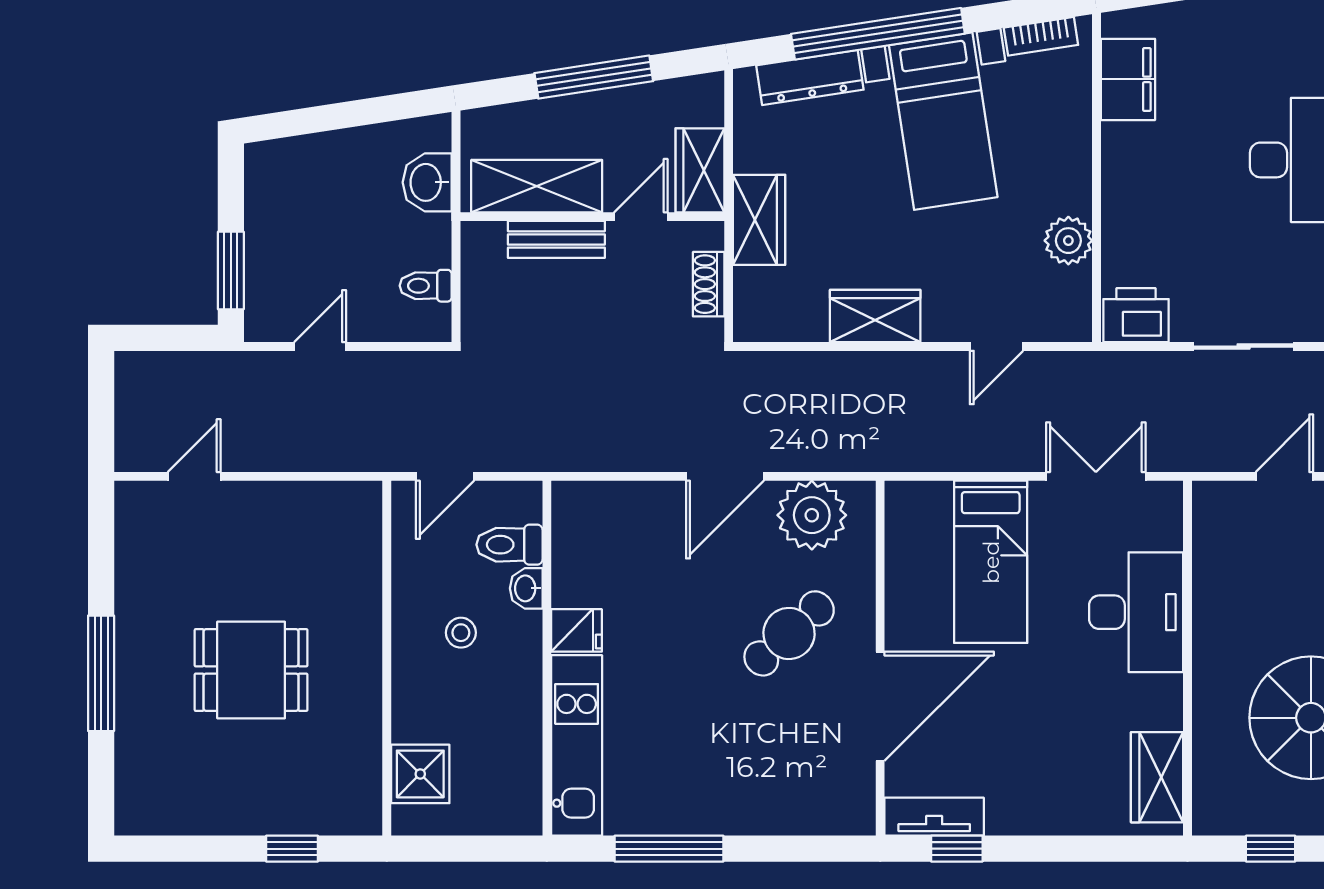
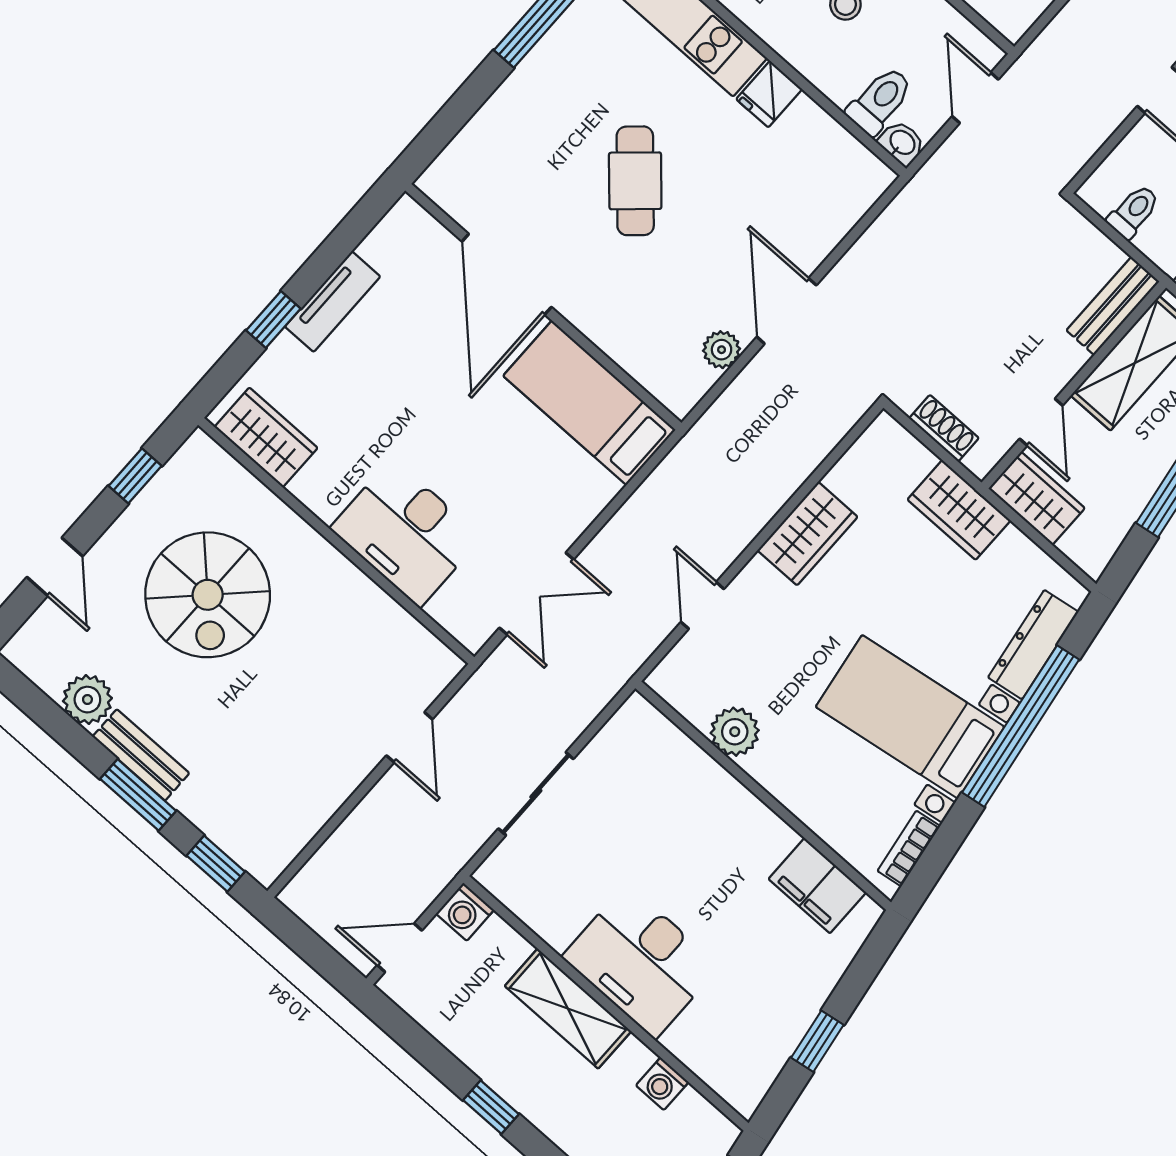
bench: (556, 239) -> (1113, 306), moved
printer: (1136, 315) -> (632, 733), removed
plant: (812, 515) -> (722, 350), width x0.53, depth x0.53
bed: (991, 562) -> (589, 403), moved
washbasin: (526, 588) -> (902, 143), moved
cafe table: (789, 633) -> (635, 181), moved
tv unit: (934, 817) -> (333, 302), moved
window: (957, 849) -> (273, 320), moved

